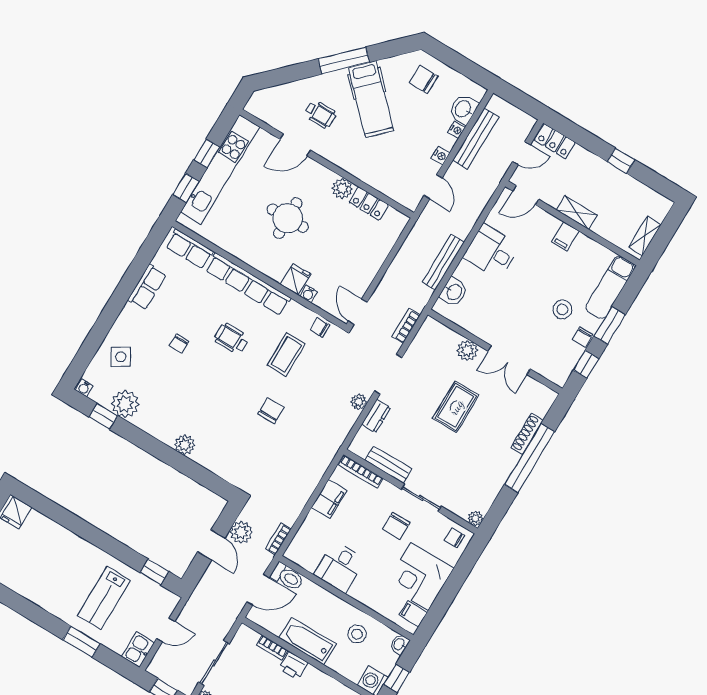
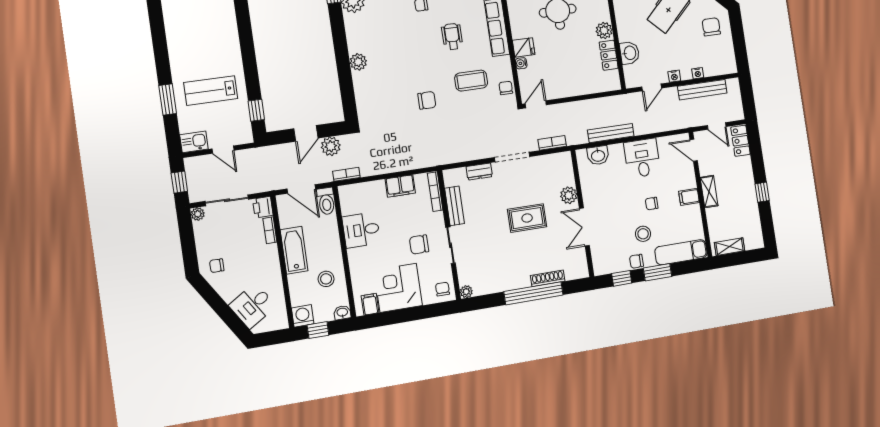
washbasin: (463, 109) -> (630, 53), moved, turned 90
chair: (541, 278) -> (652, 204), added
plant: (359, 402) -> (479, 153), removed
printer: (293, 665) -> (263, 207), moved

